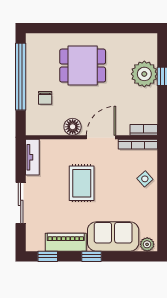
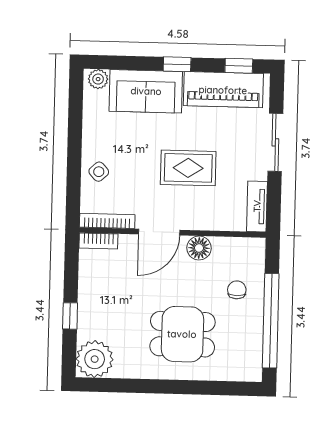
plant: (144, 74) -> (95, 359), moved
rug: (82, 183) -> (188, 168), turned 90
piano: (66, 242) -> (223, 90), width x1.37, depth x1.33

